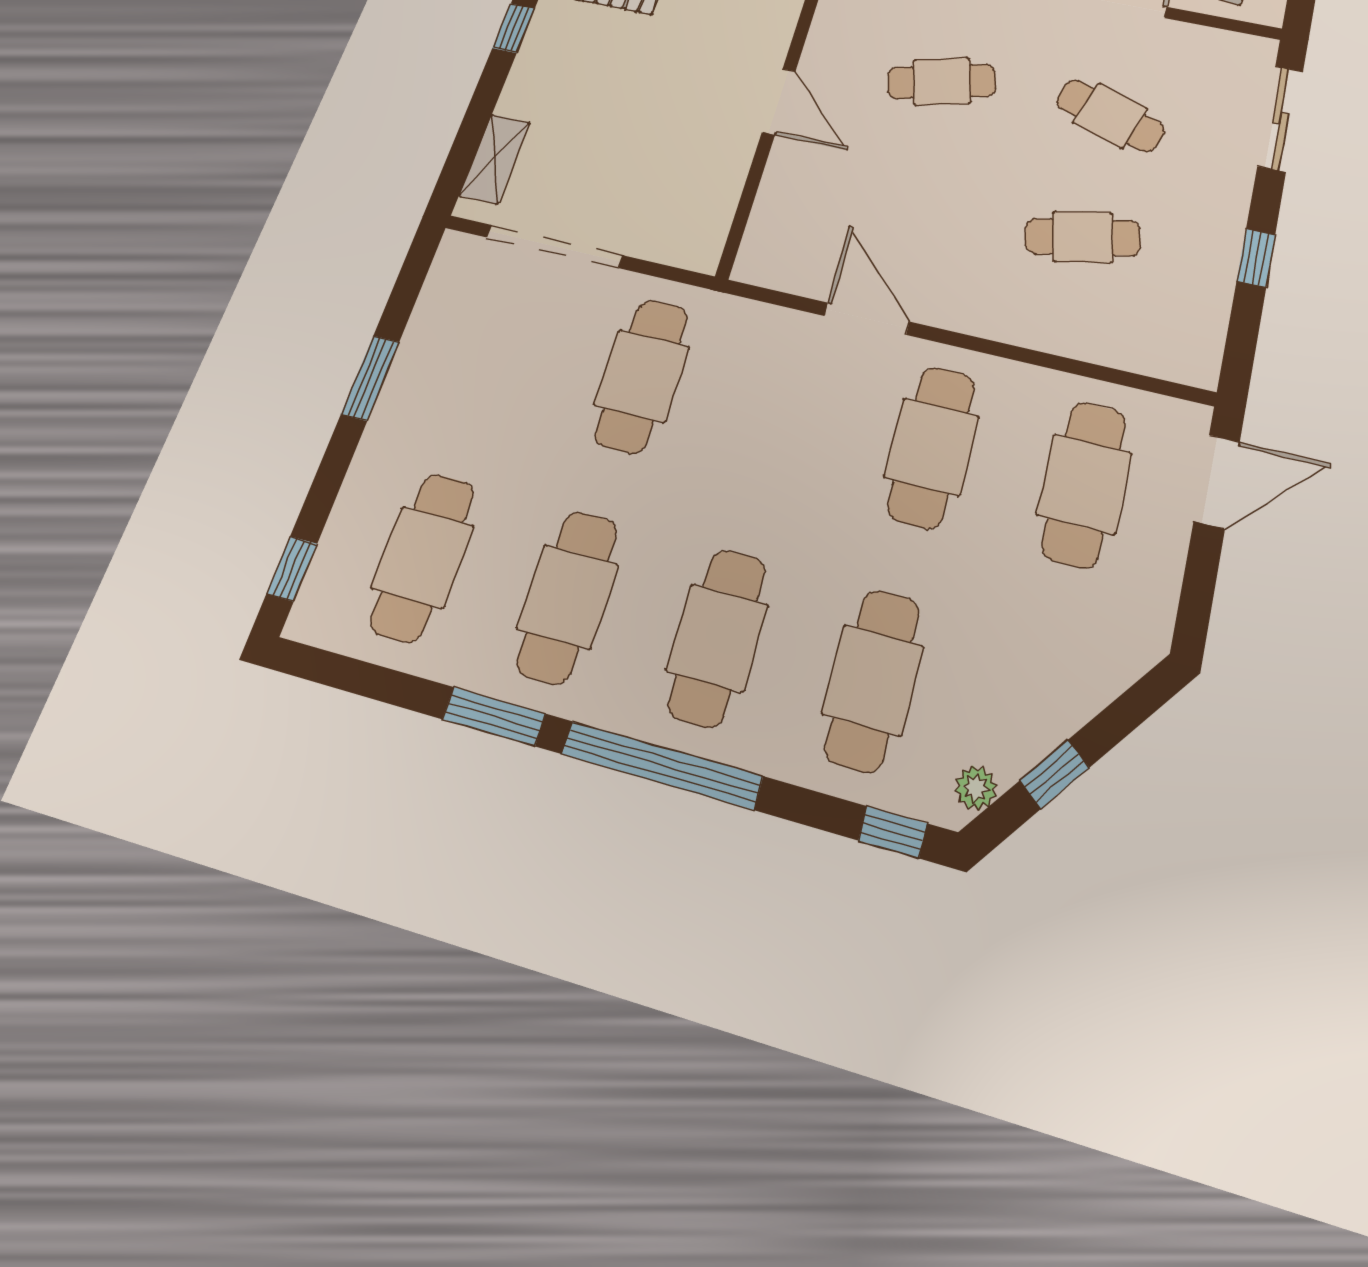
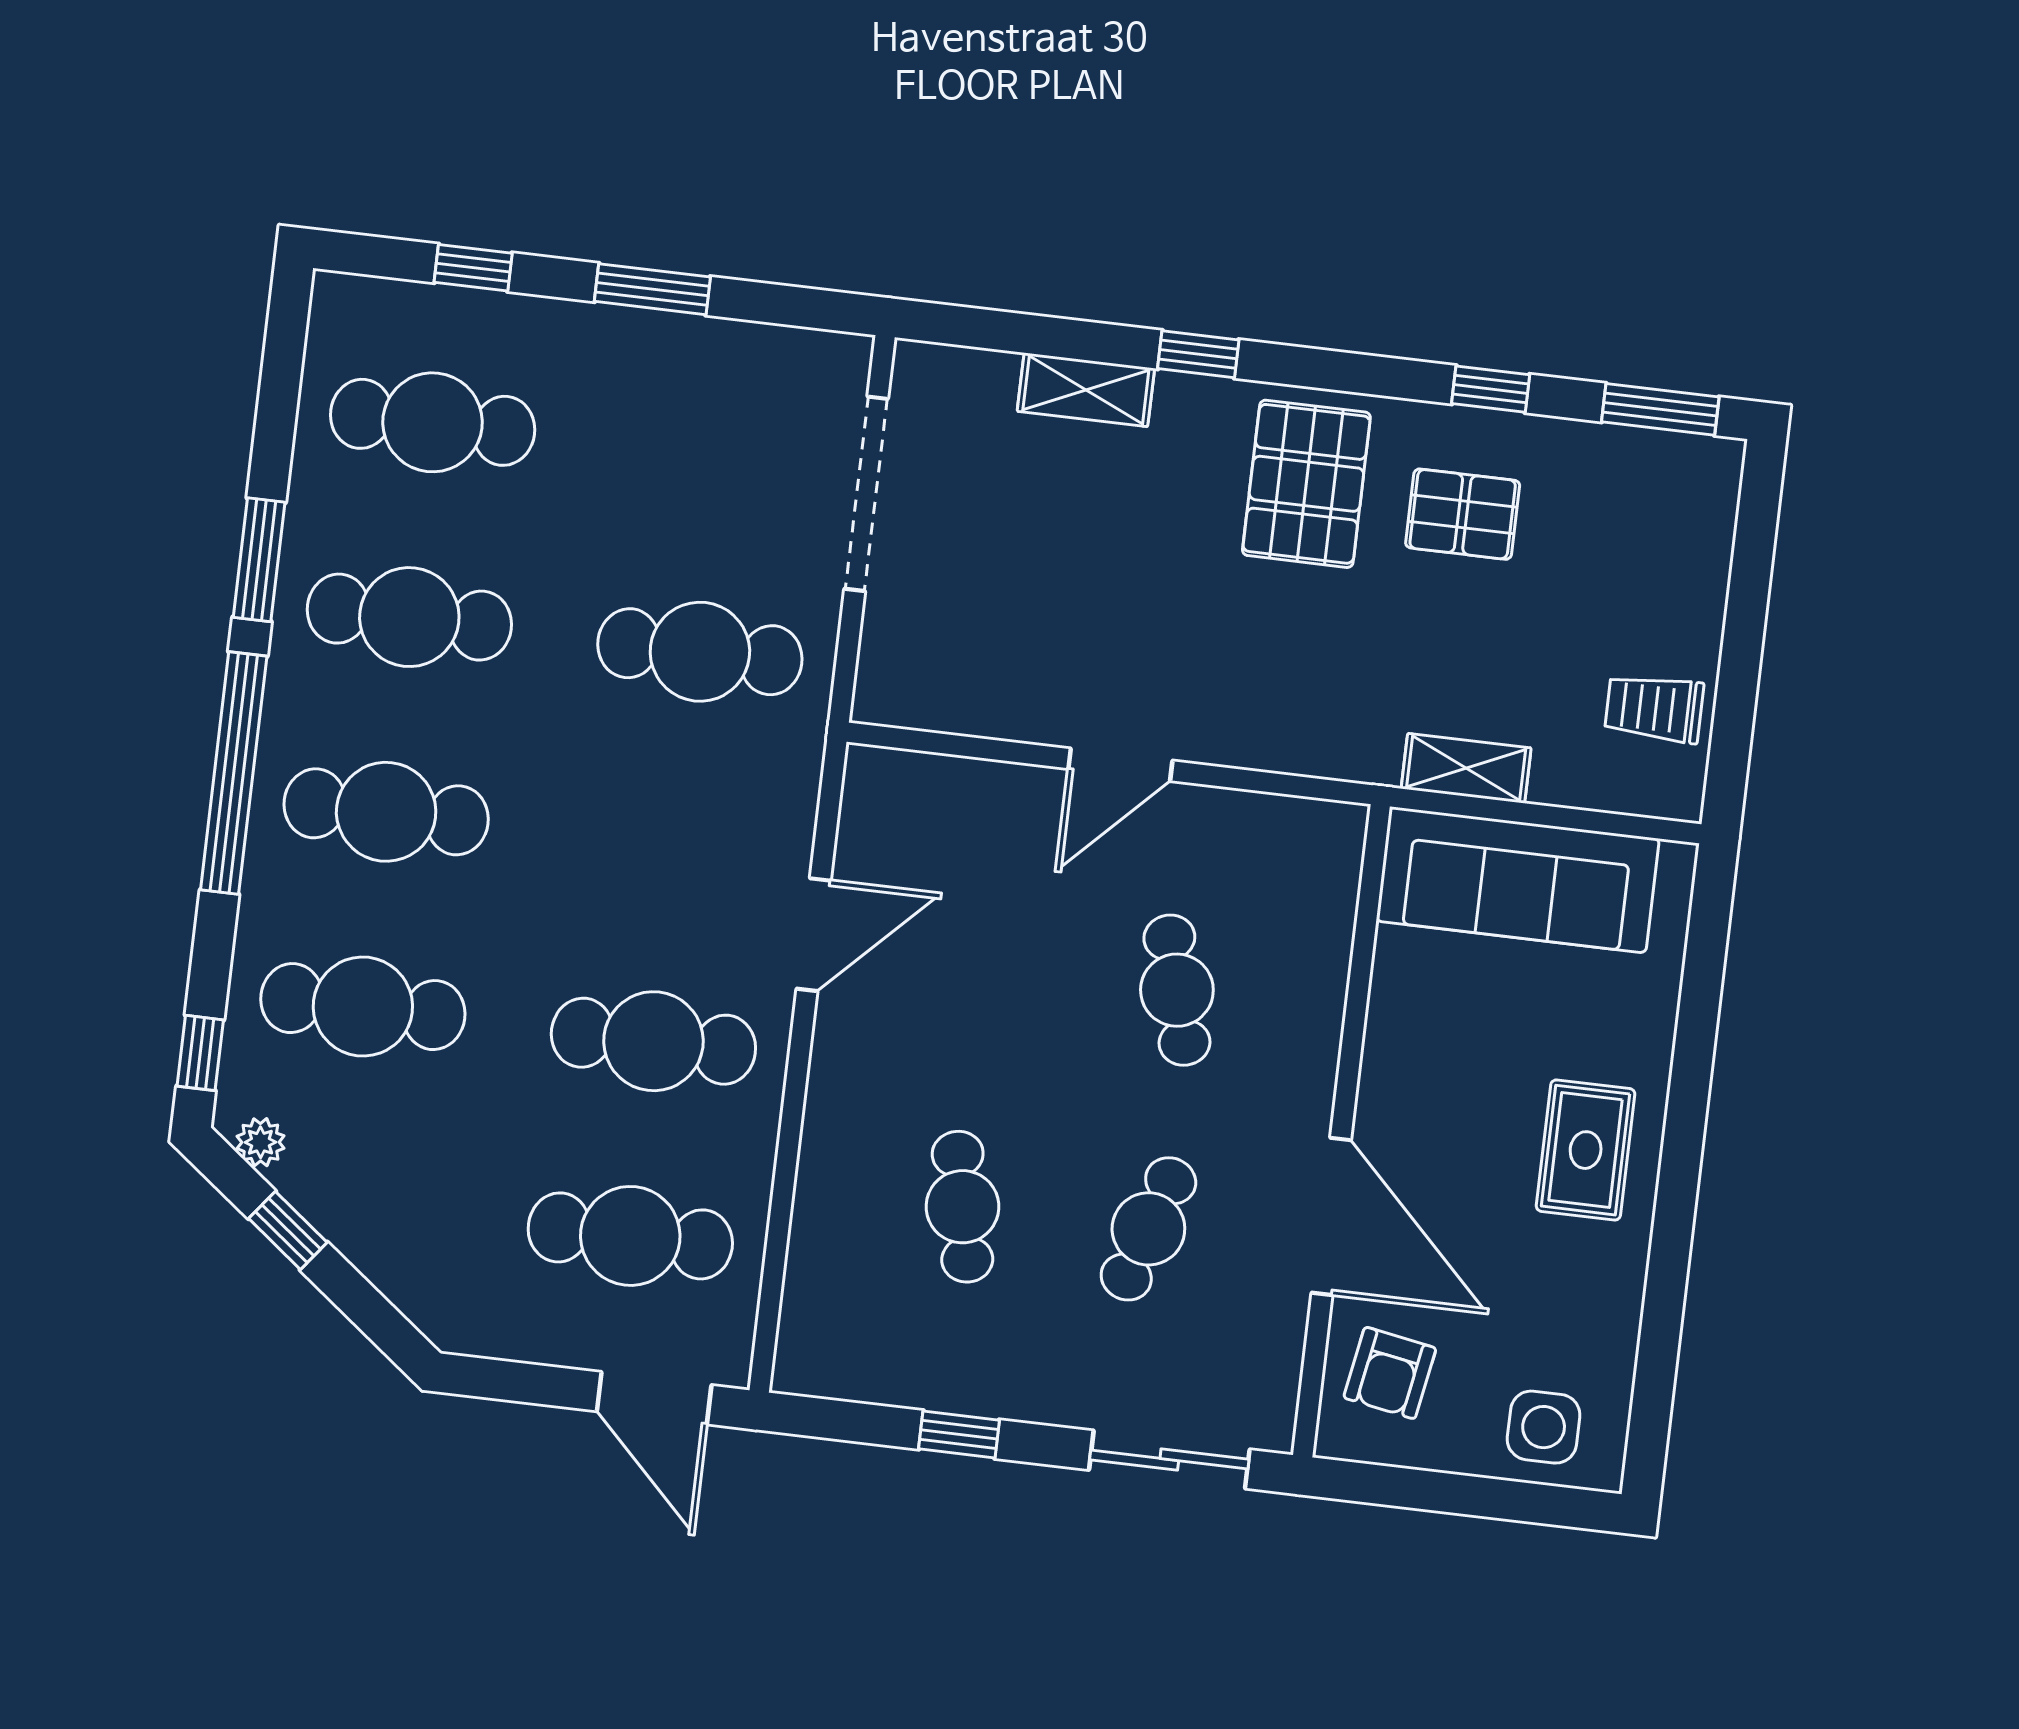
shelving: (495, 159) -> (1086, 390), moved
window: (292, 569) -> (473, 268), moved

